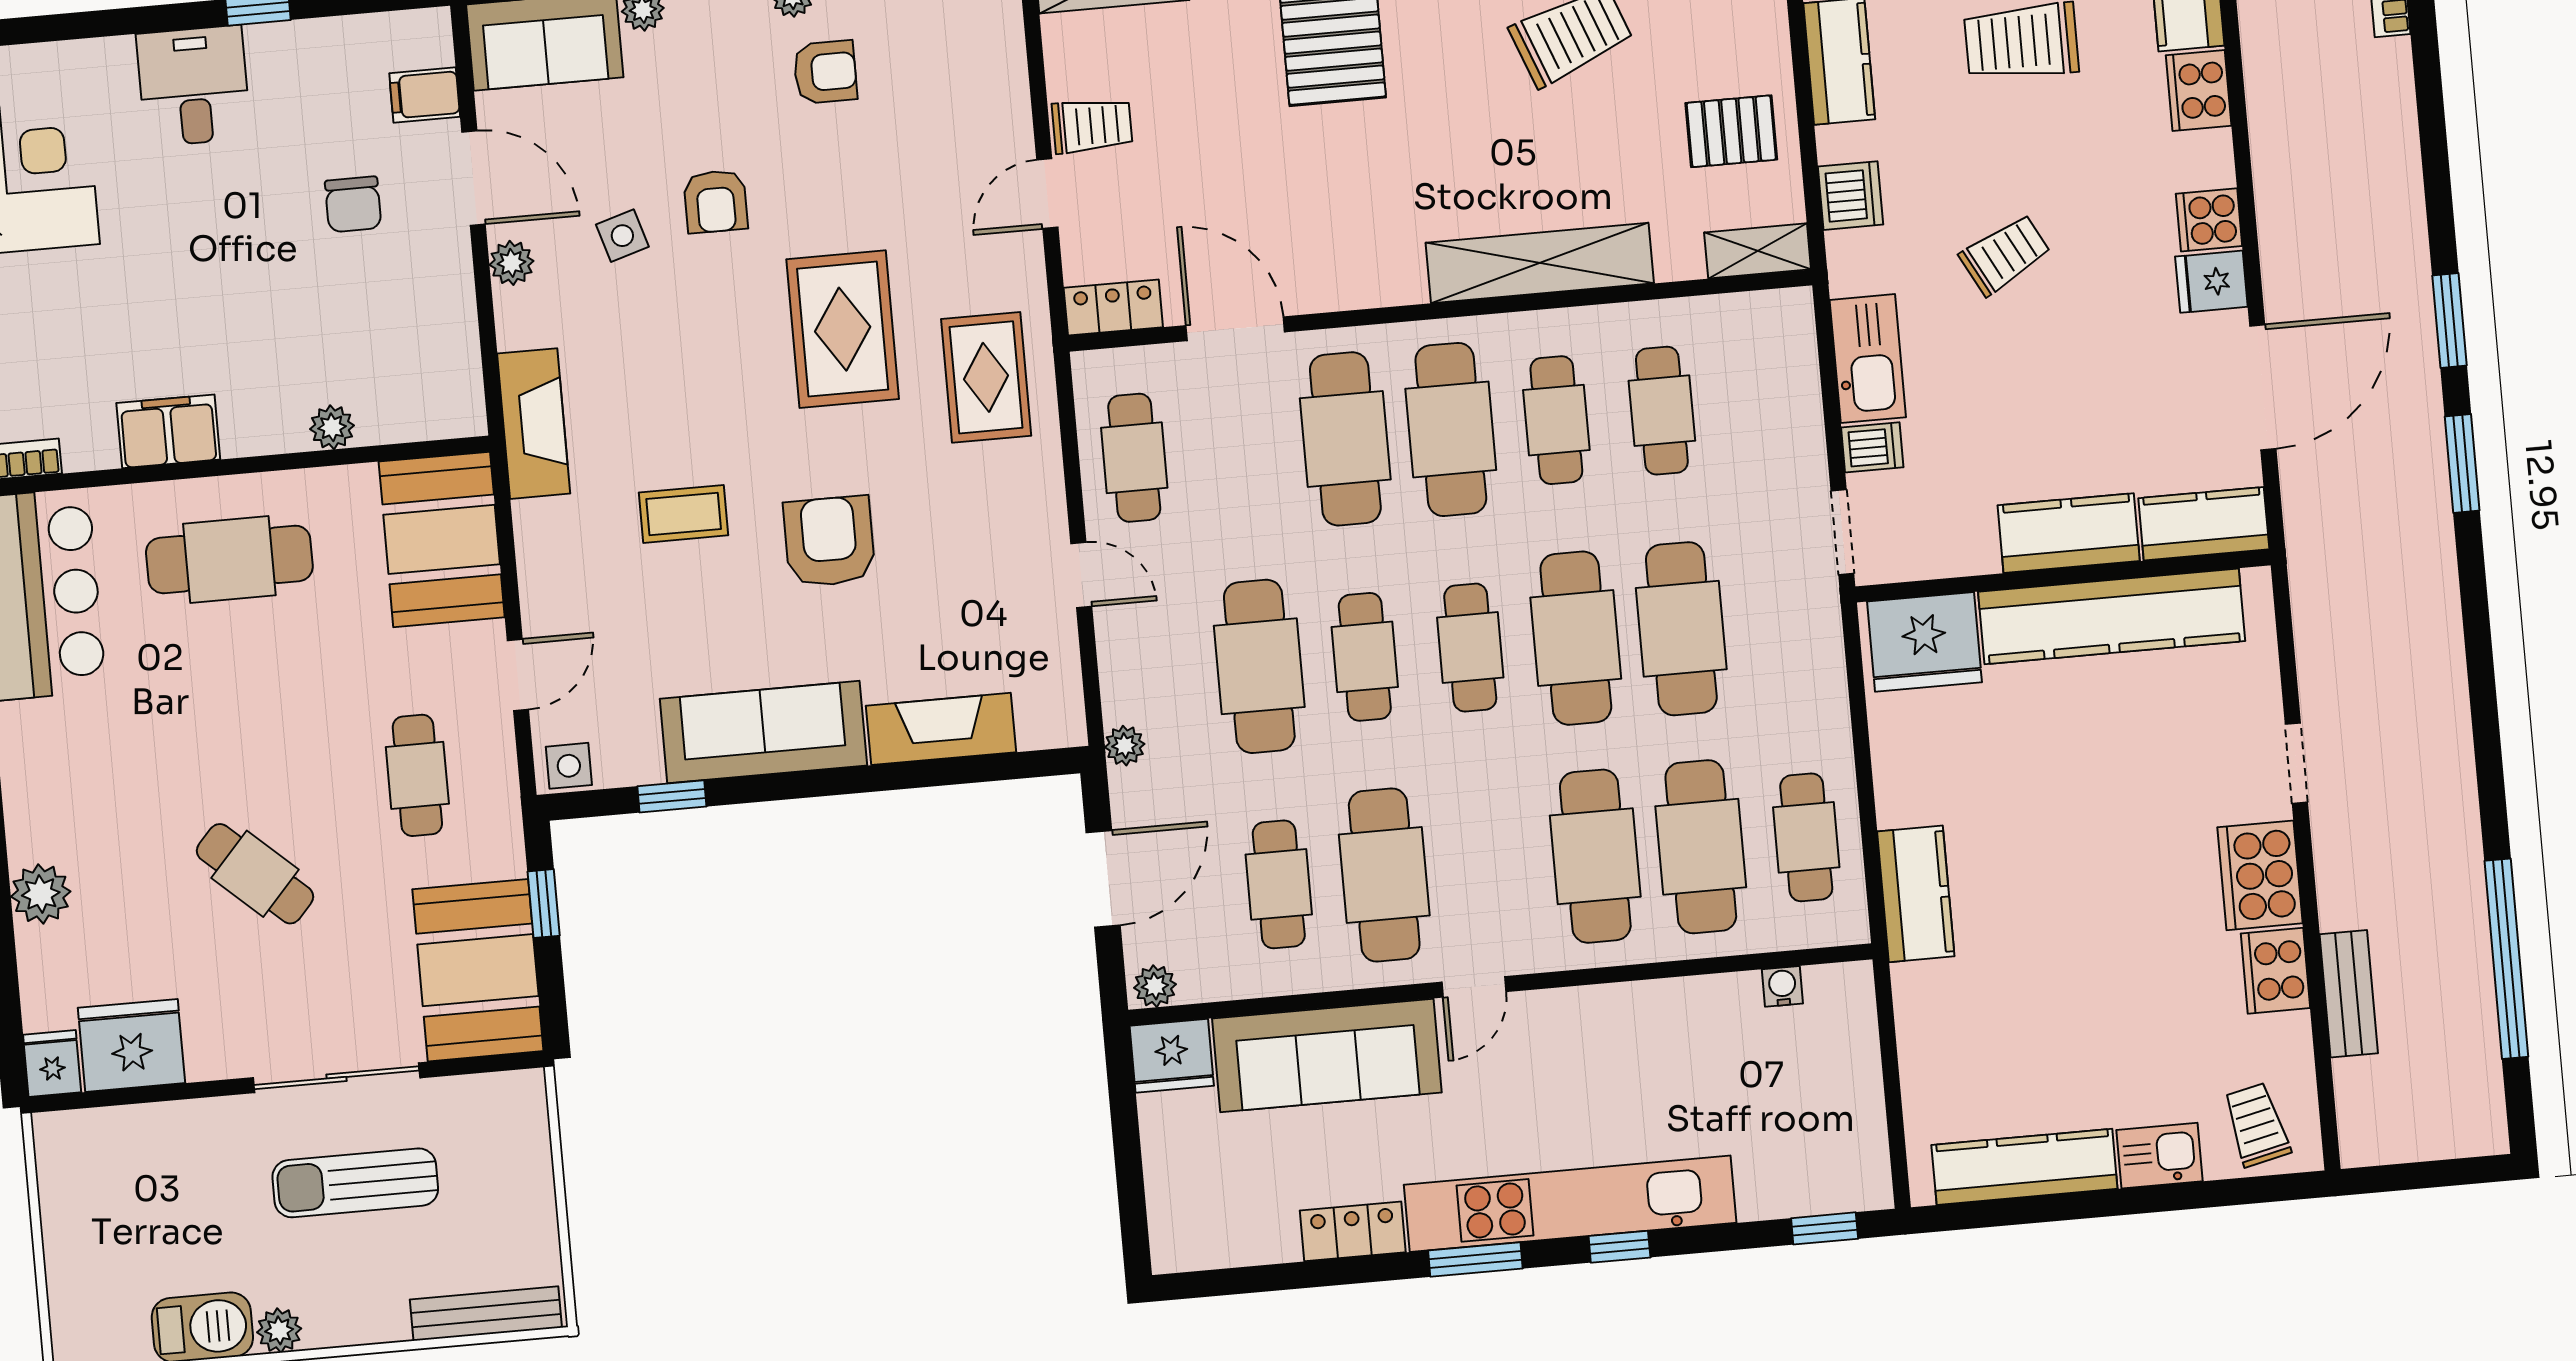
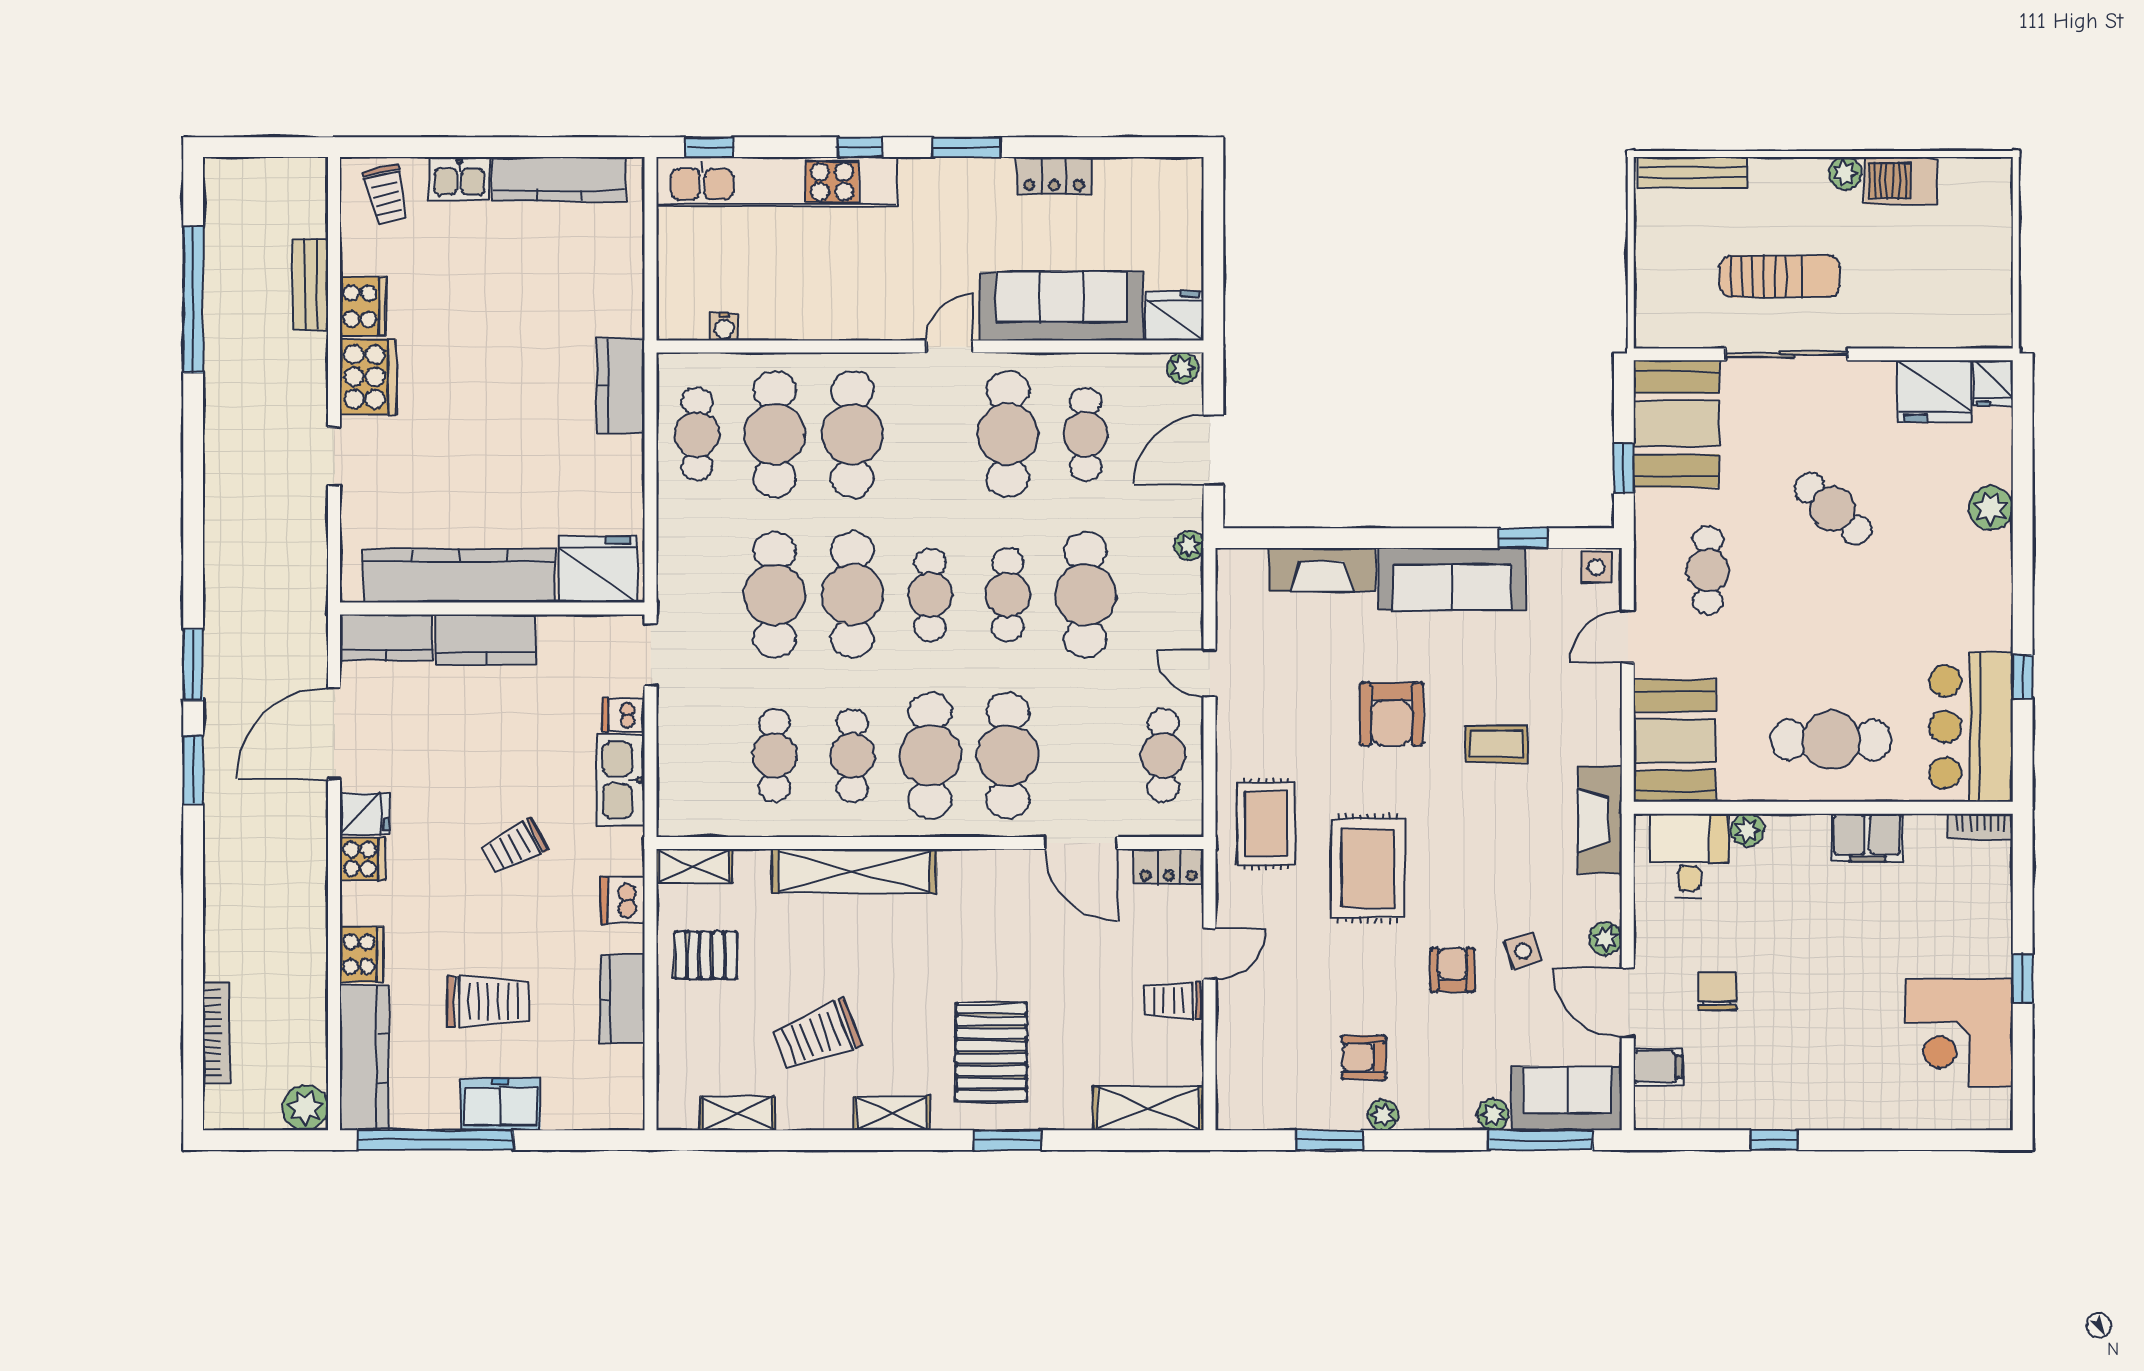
desk: (194, 86) -> (1689, 856), moved, turned 180
kitchen unit: (1570, 1204) -> (777, 182), moved

